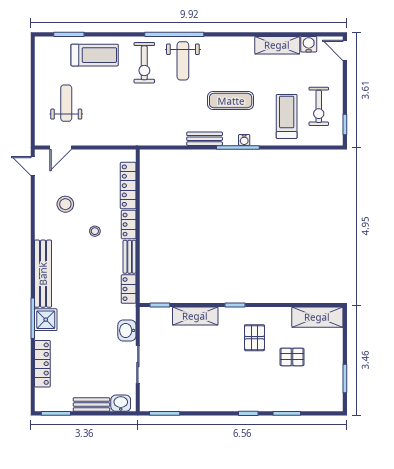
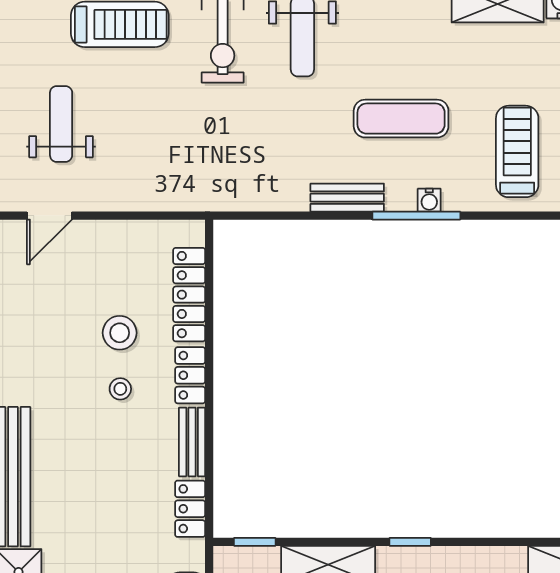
stool: (65, 204) -> (120, 333), moved

